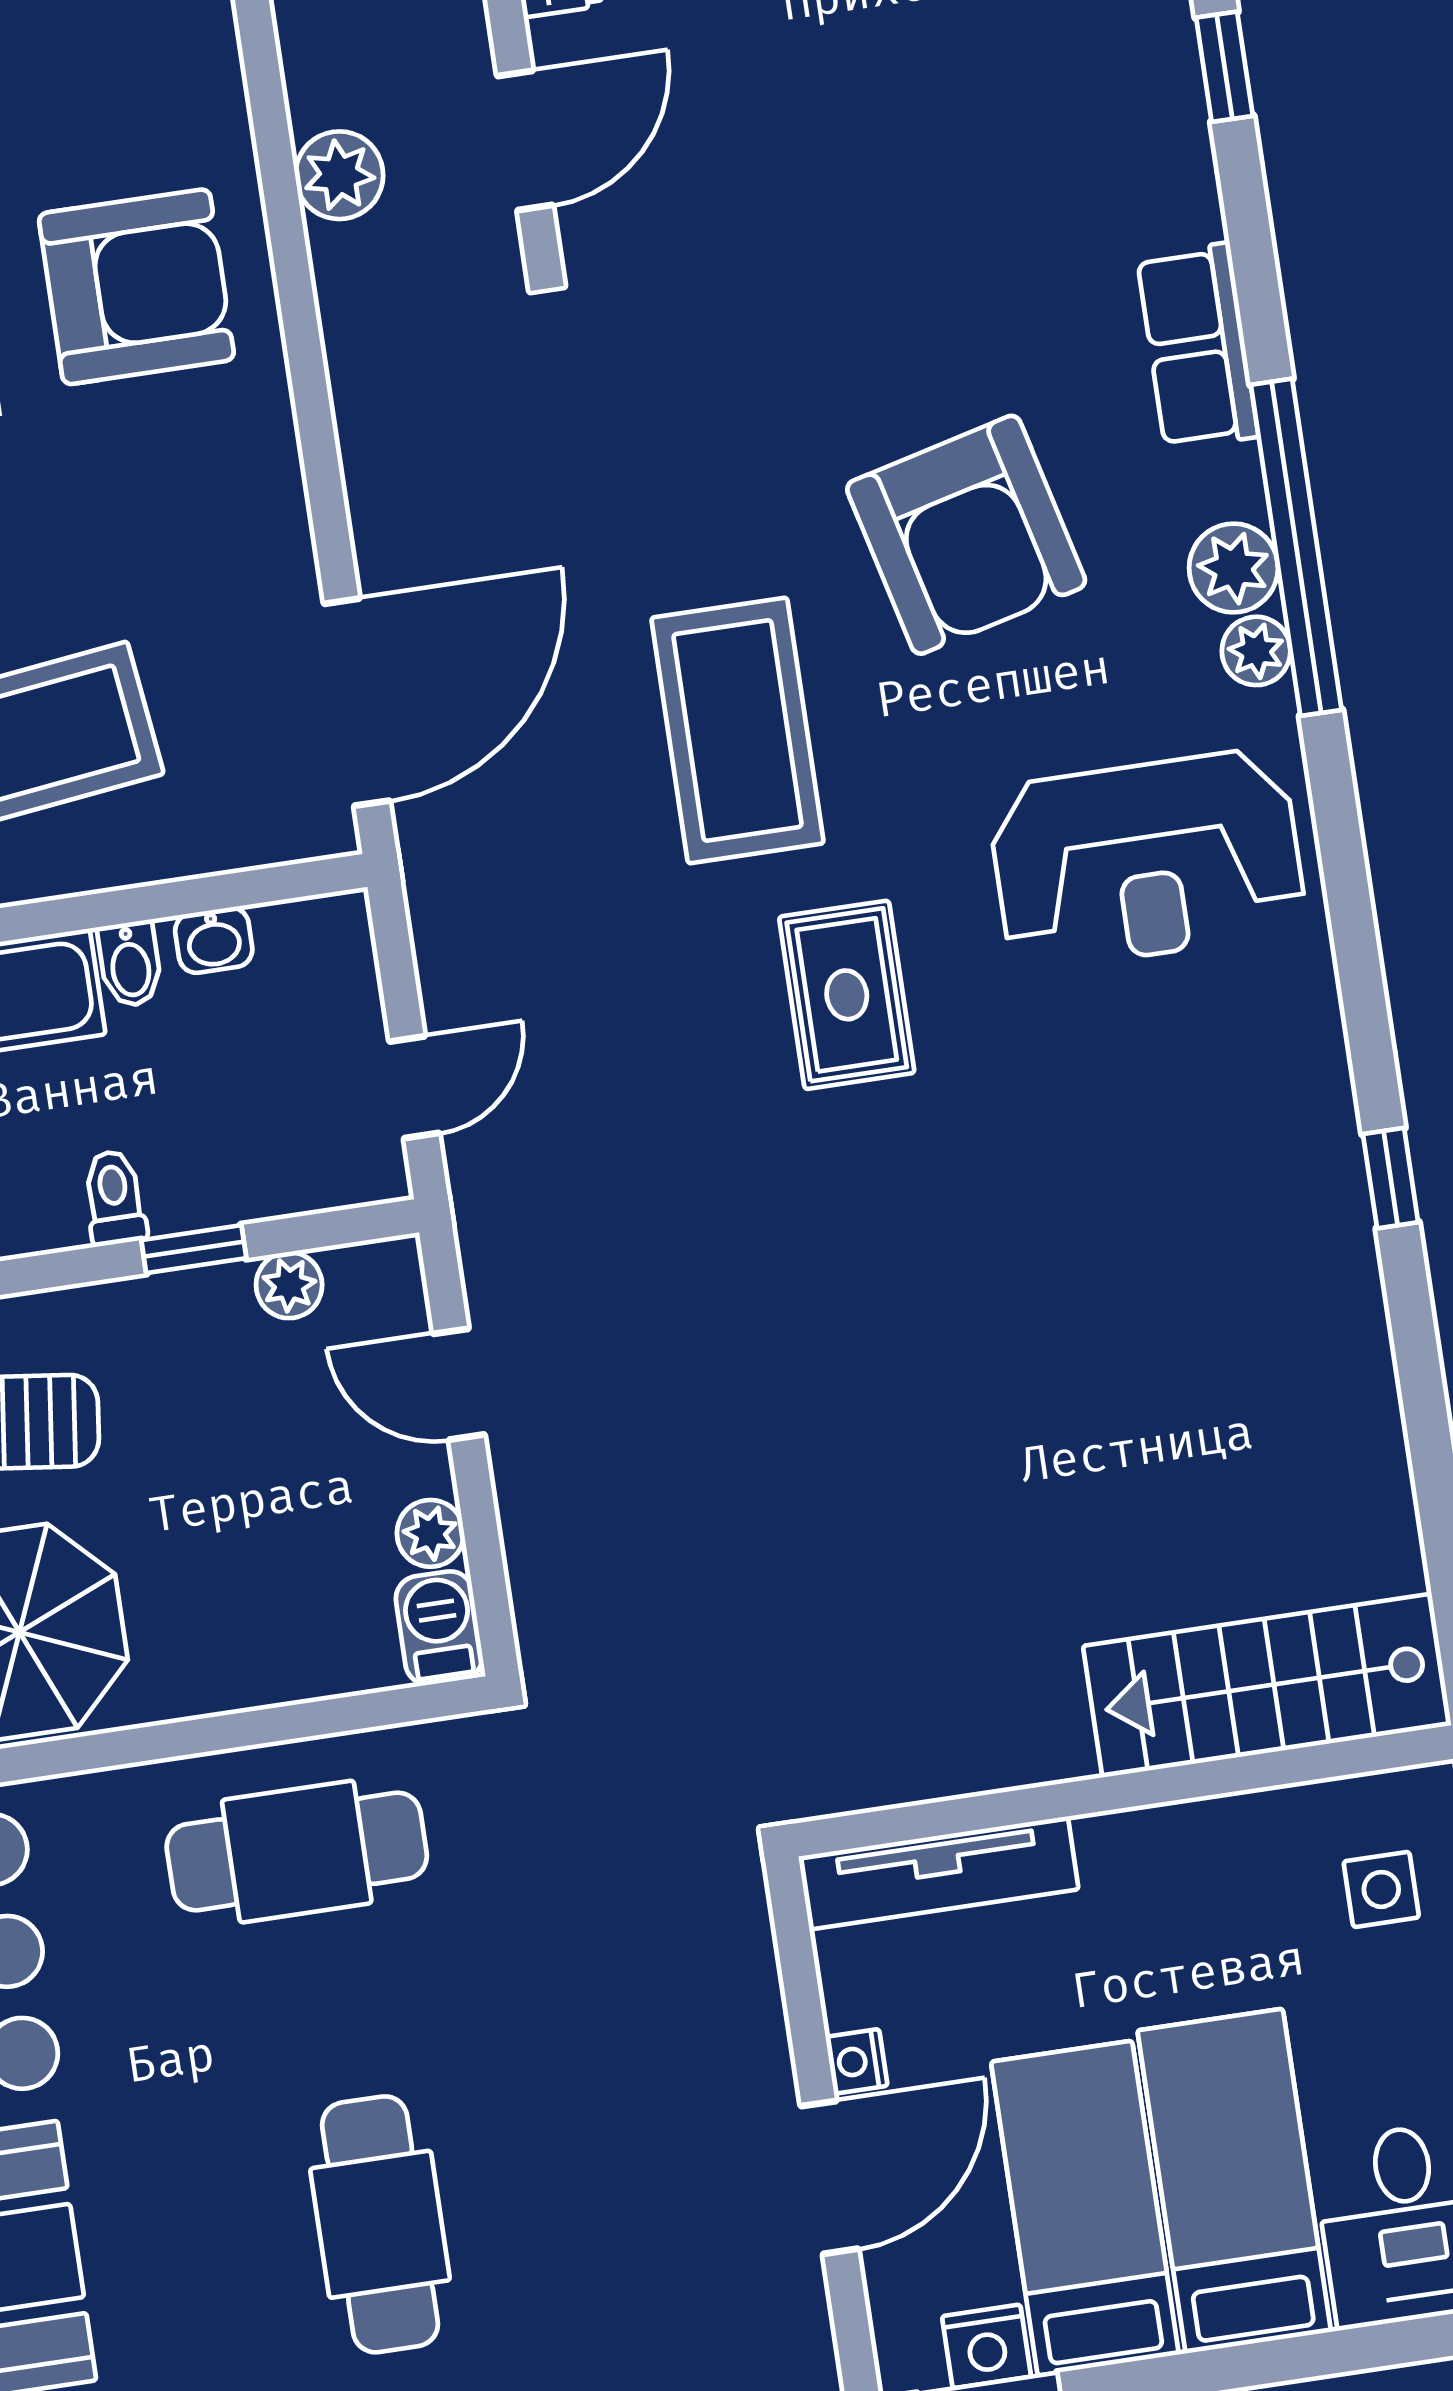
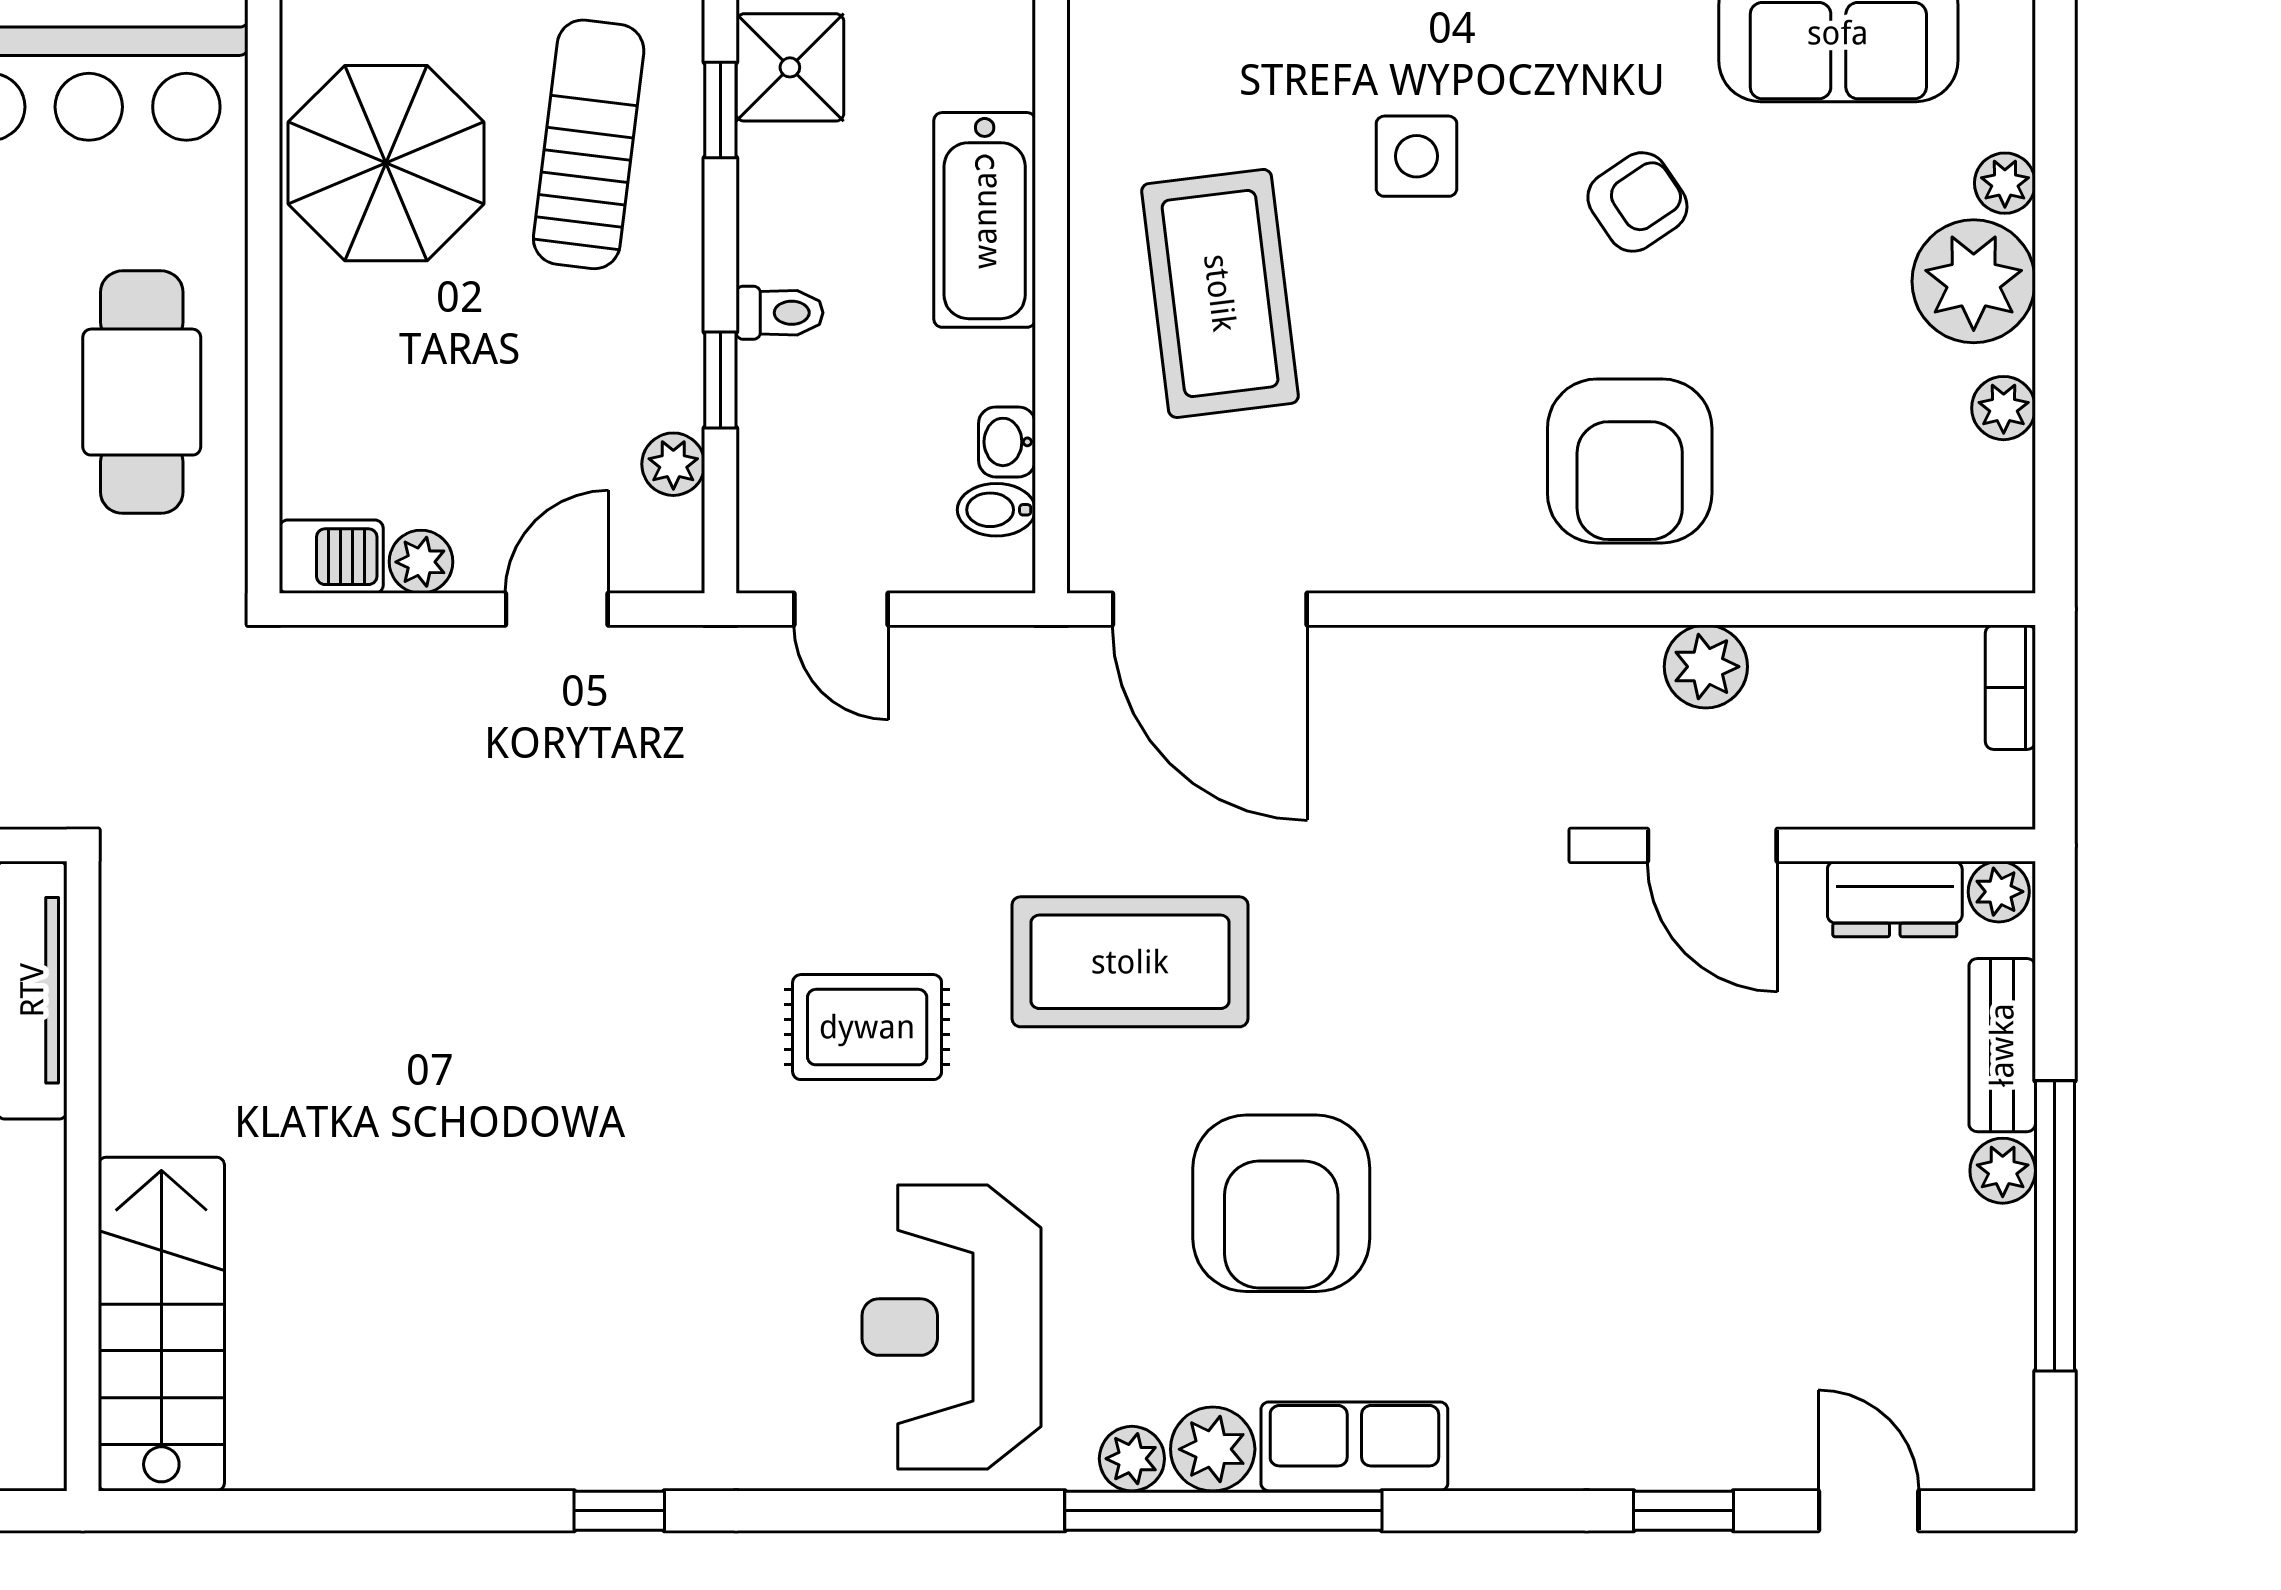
row of seats: (1198, 346) -> (1354, 1446), moved
armchair: (966, 535) -> (1281, 1203), turned -76
bidet: (130, 964) -> (996, 510), moved

